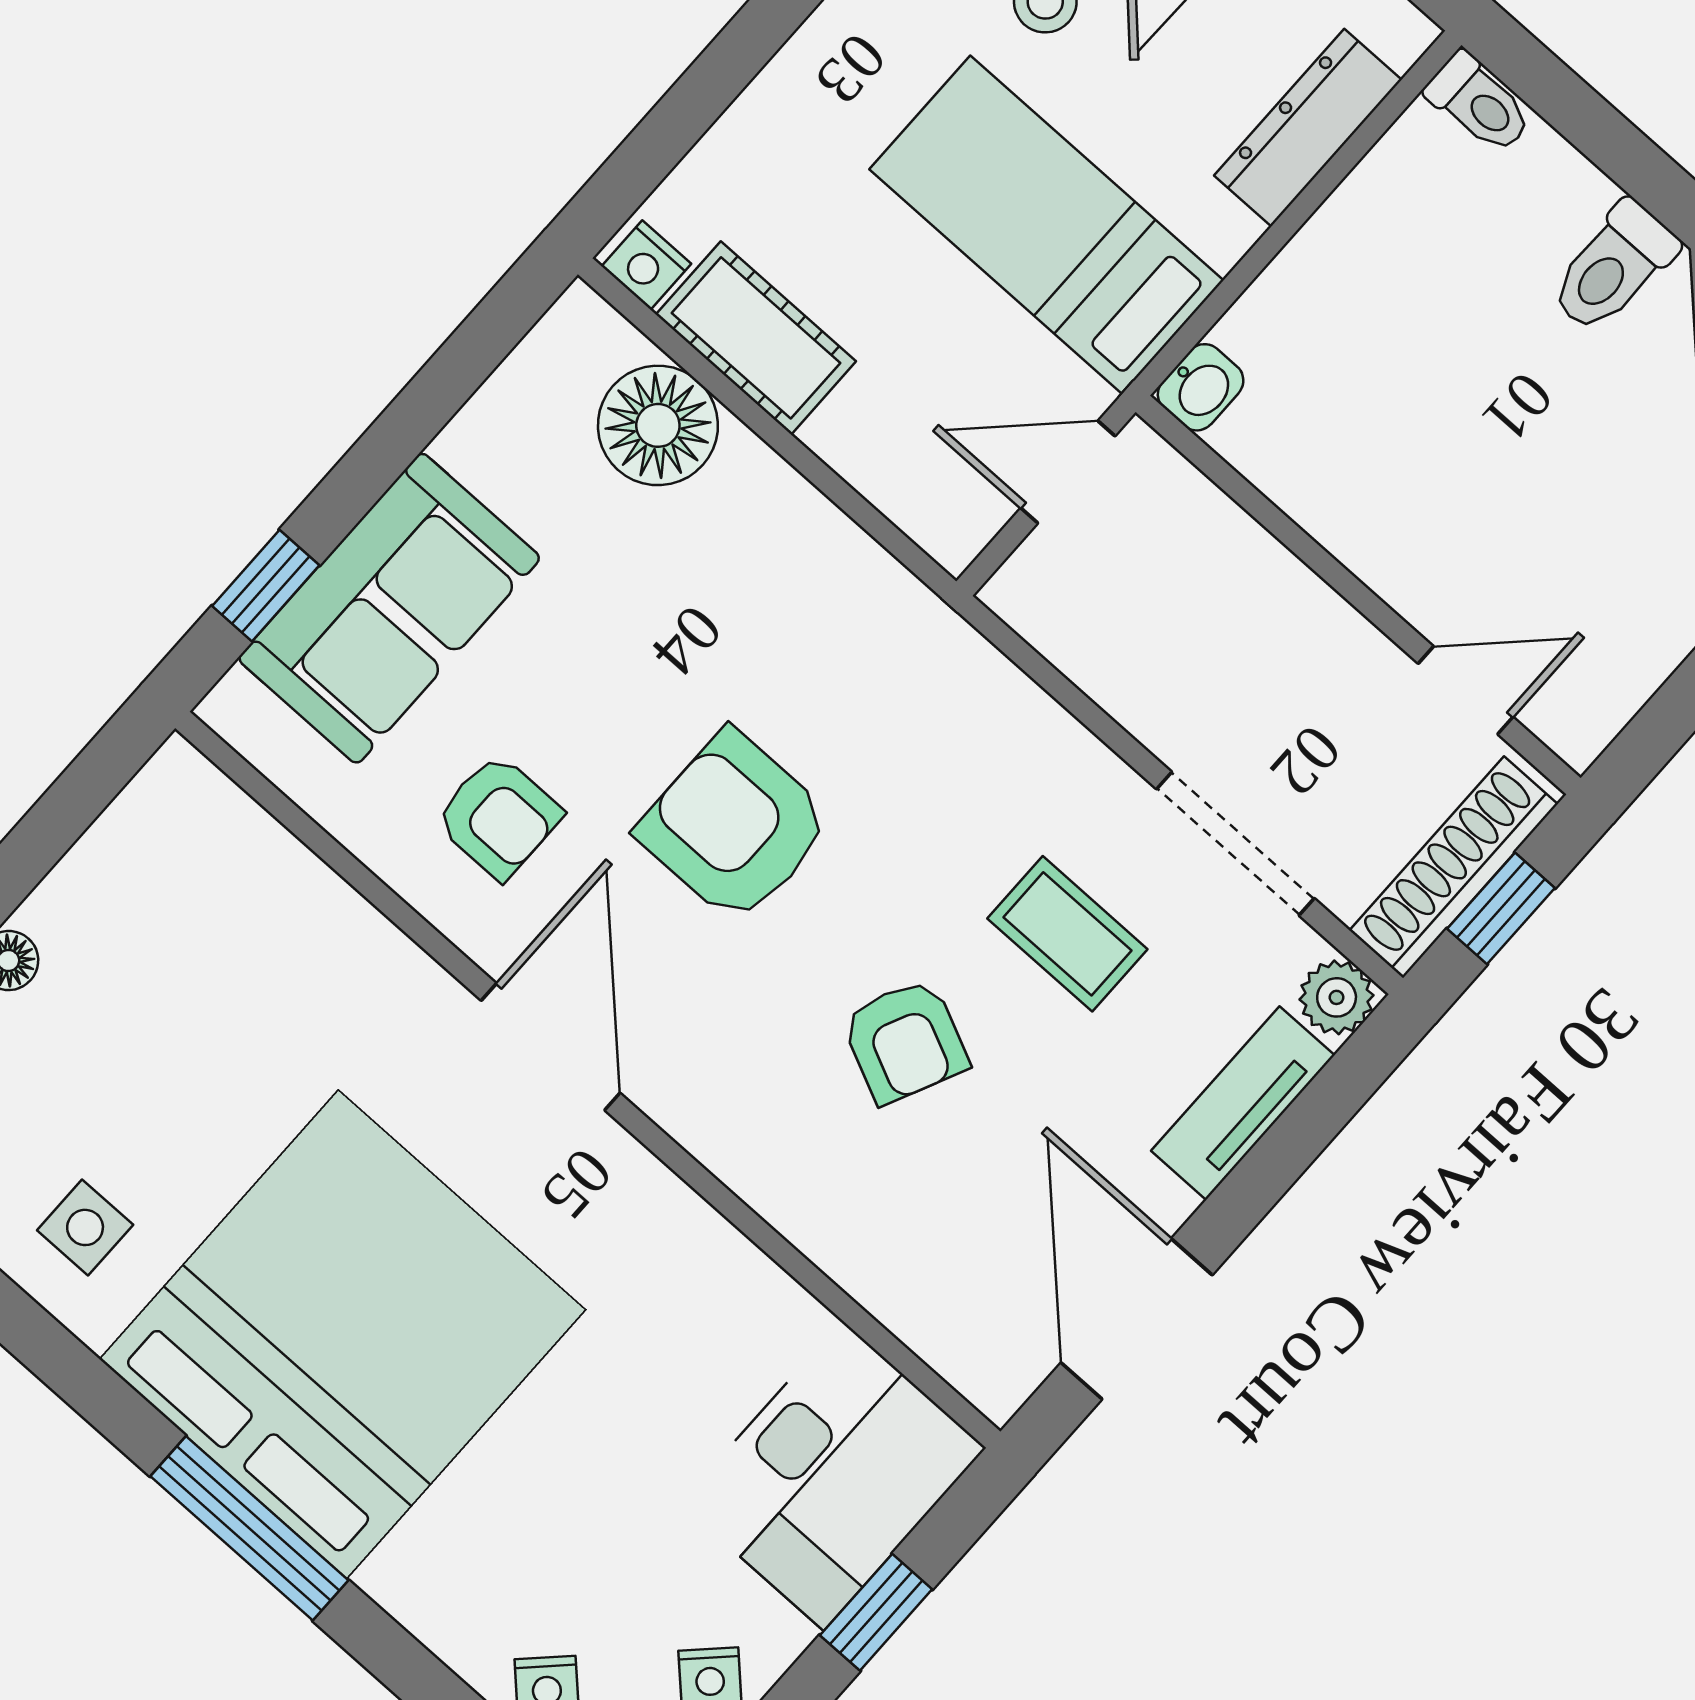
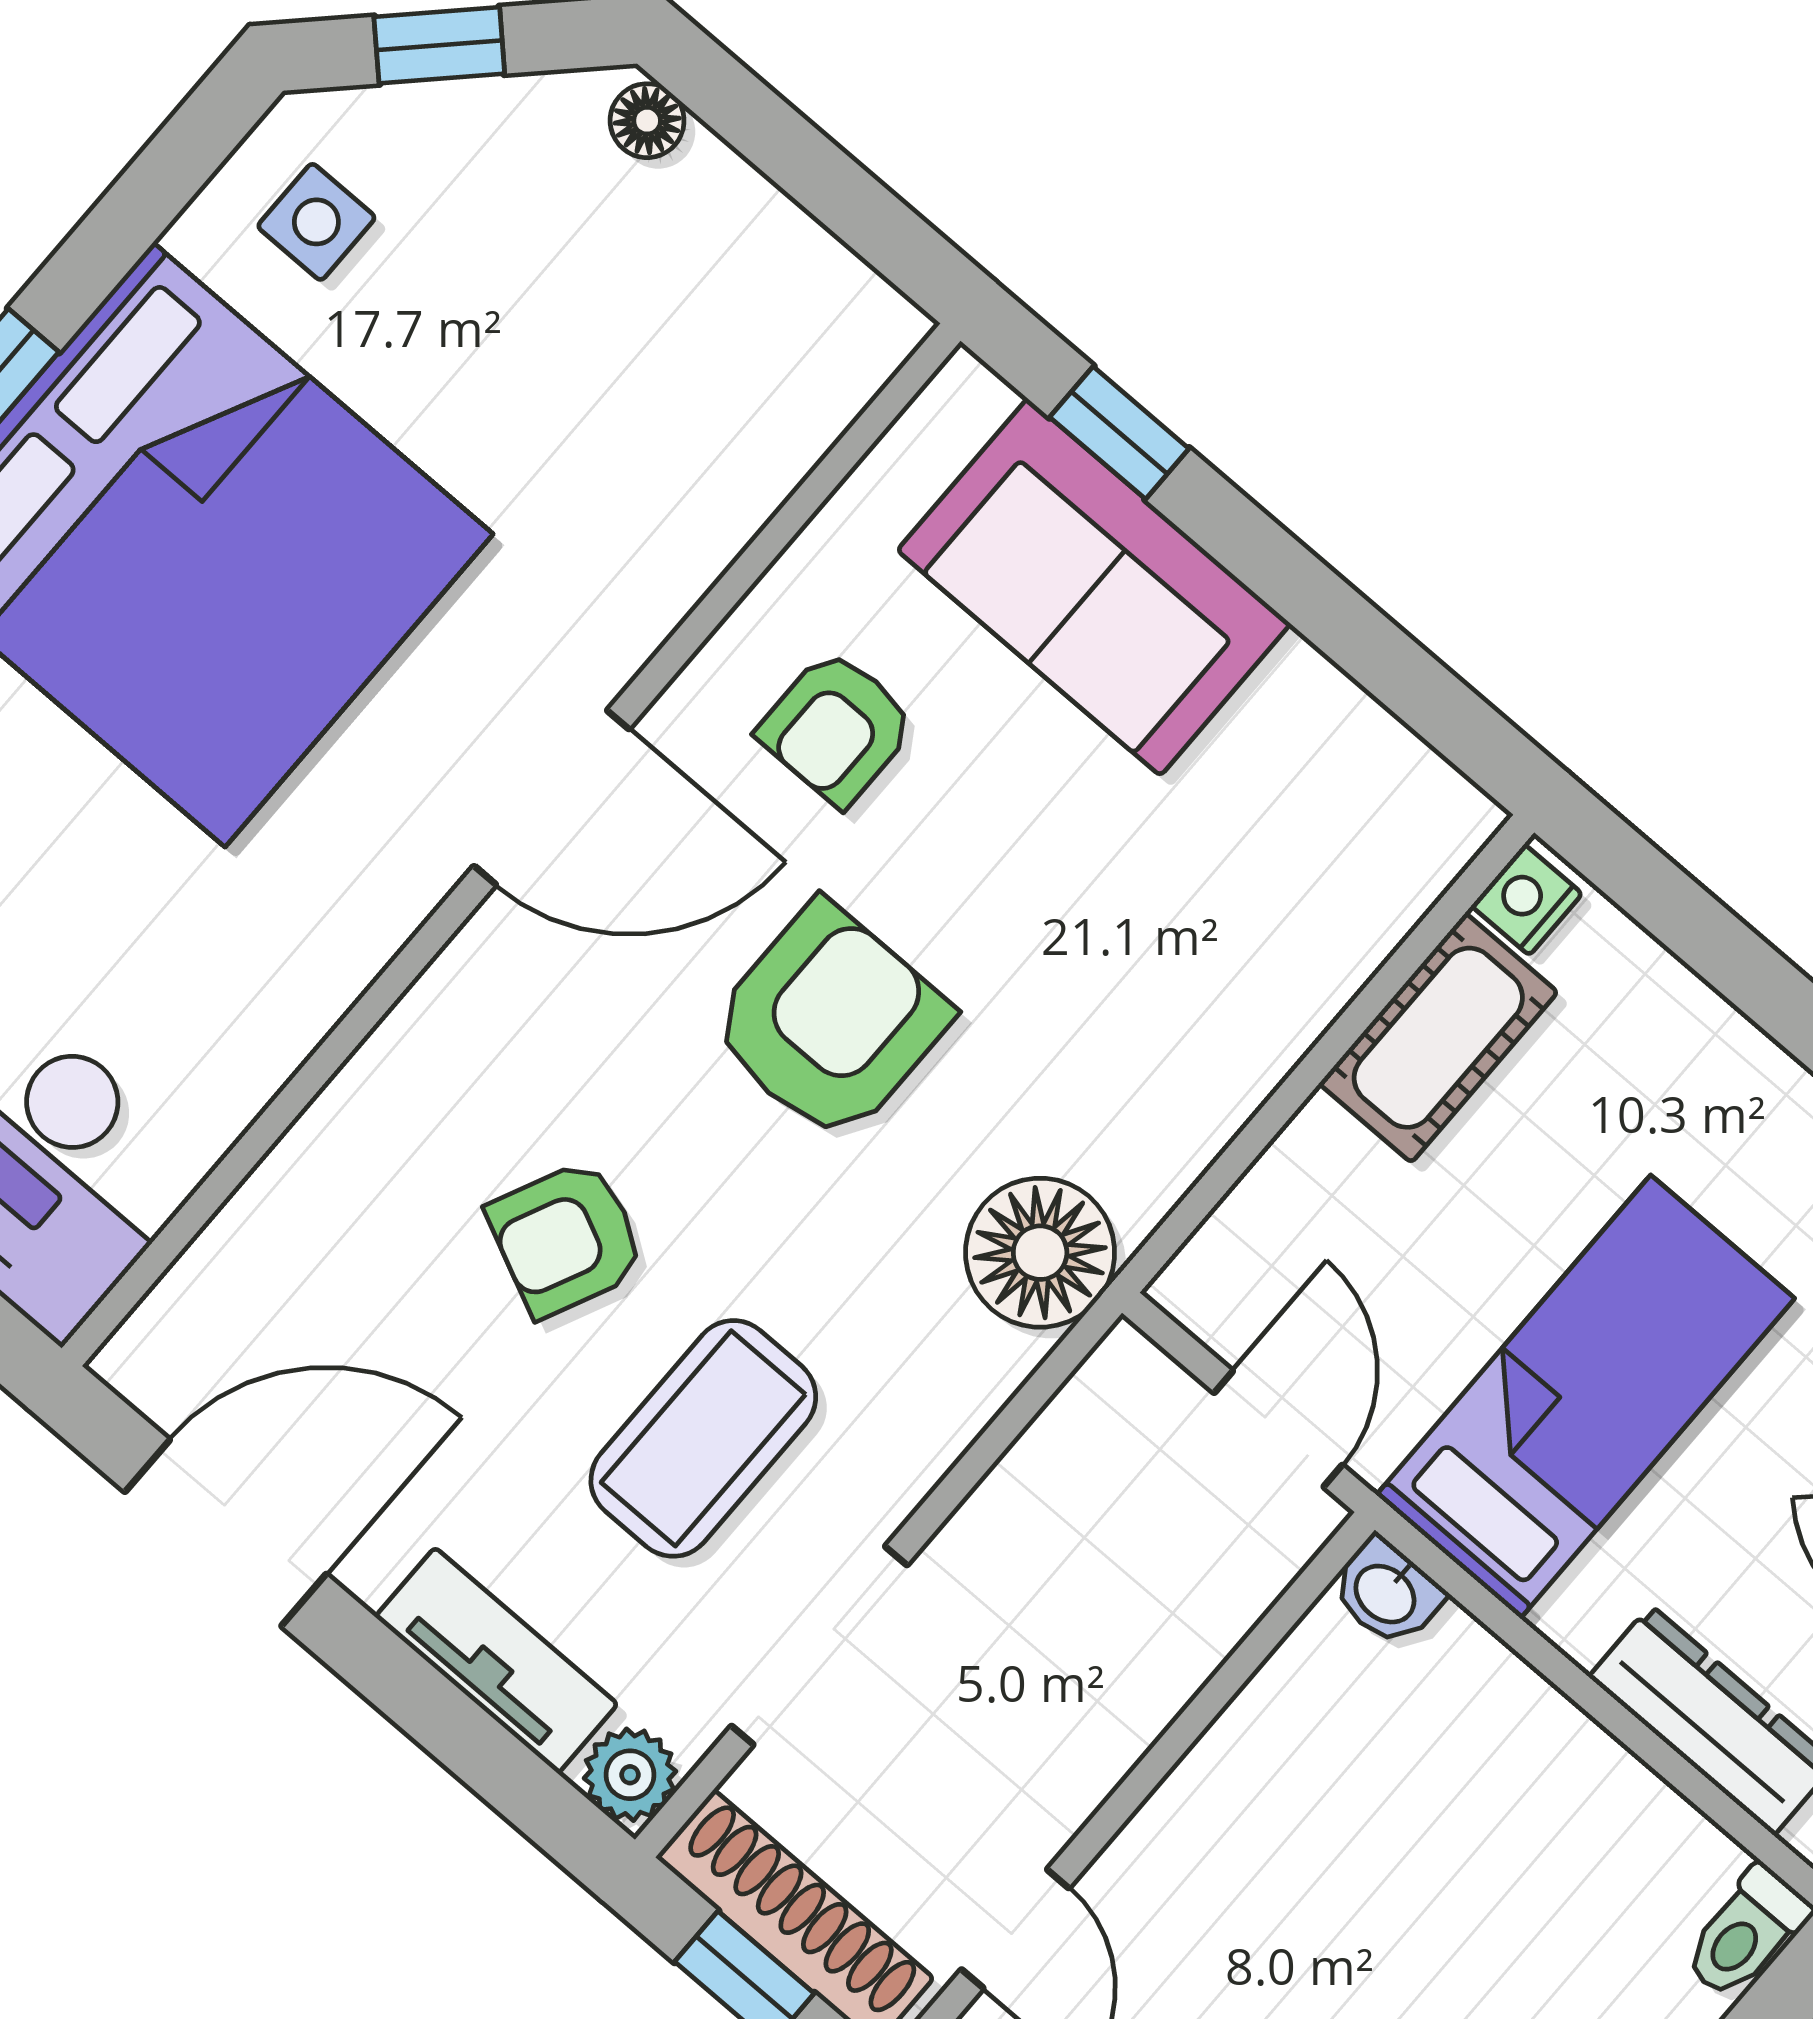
floor lamp: (658, 425) -> (1040, 1253), moved
coffee table: (1067, 934) -> (703, 1438), width x1.36, depth x1.30

